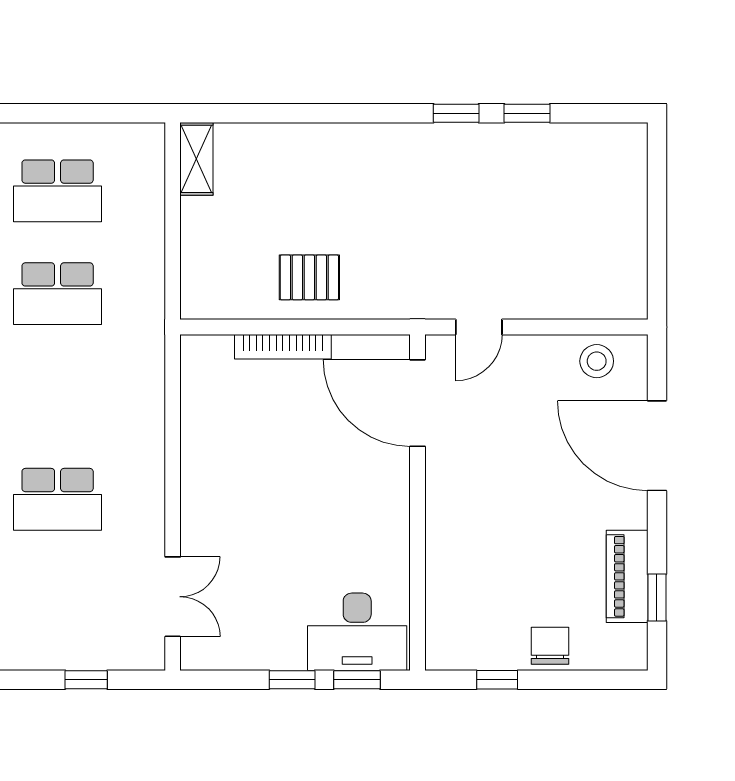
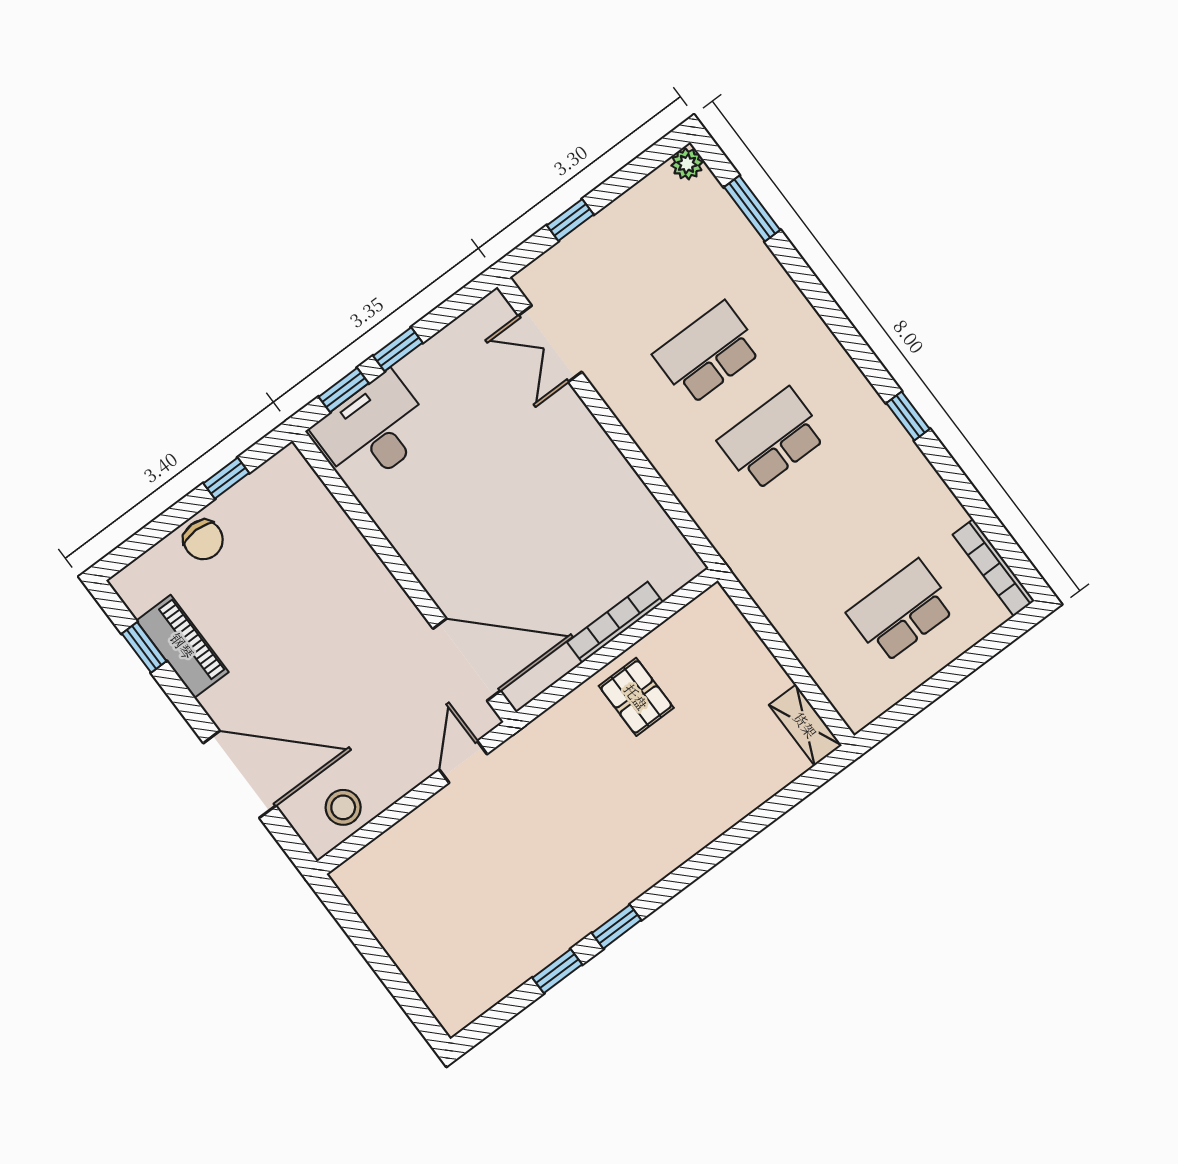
pallet: (309, 277) -> (636, 697), turned 90
school desk: (58, 294) -> (772, 439), moved

